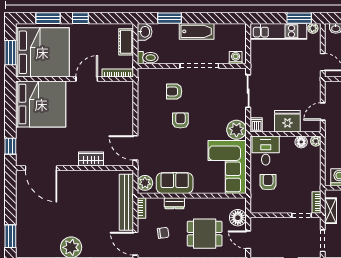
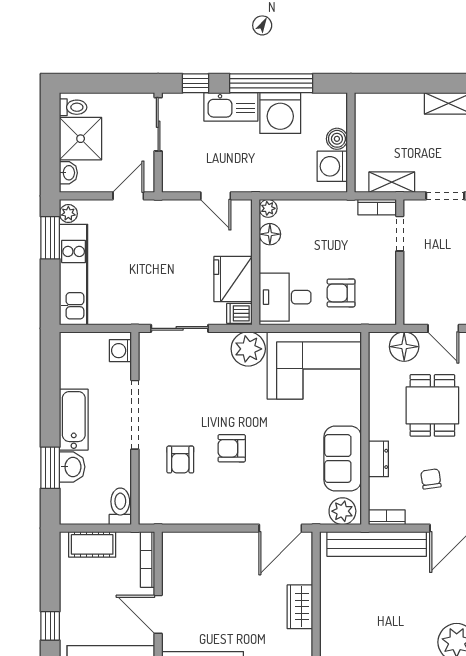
washbasin: (145, 32) -> (72, 467), moved, turned 90
fridge: (287, 121) -> (233, 279), moved
door: (248, 240) -> (443, 328), hinge flipped

